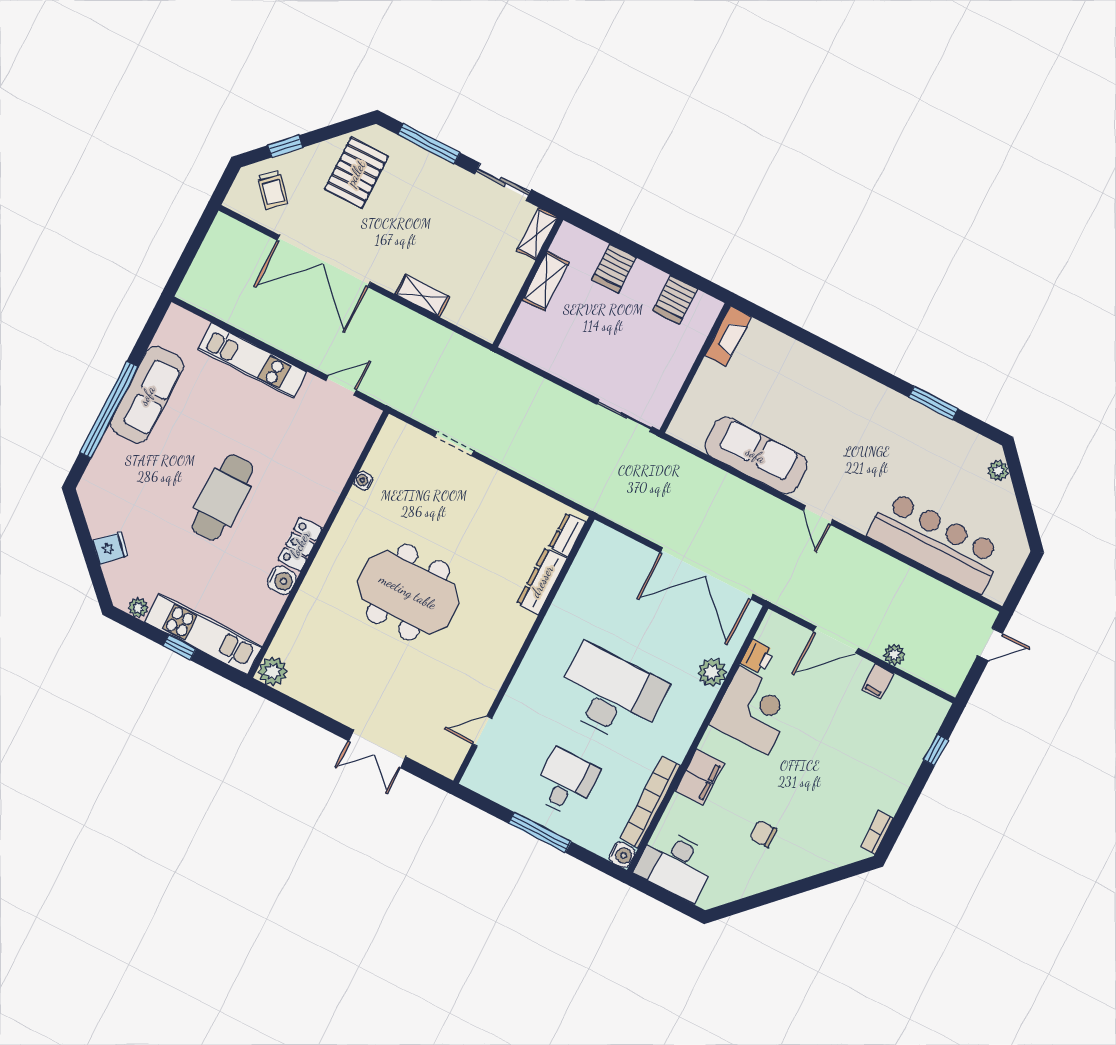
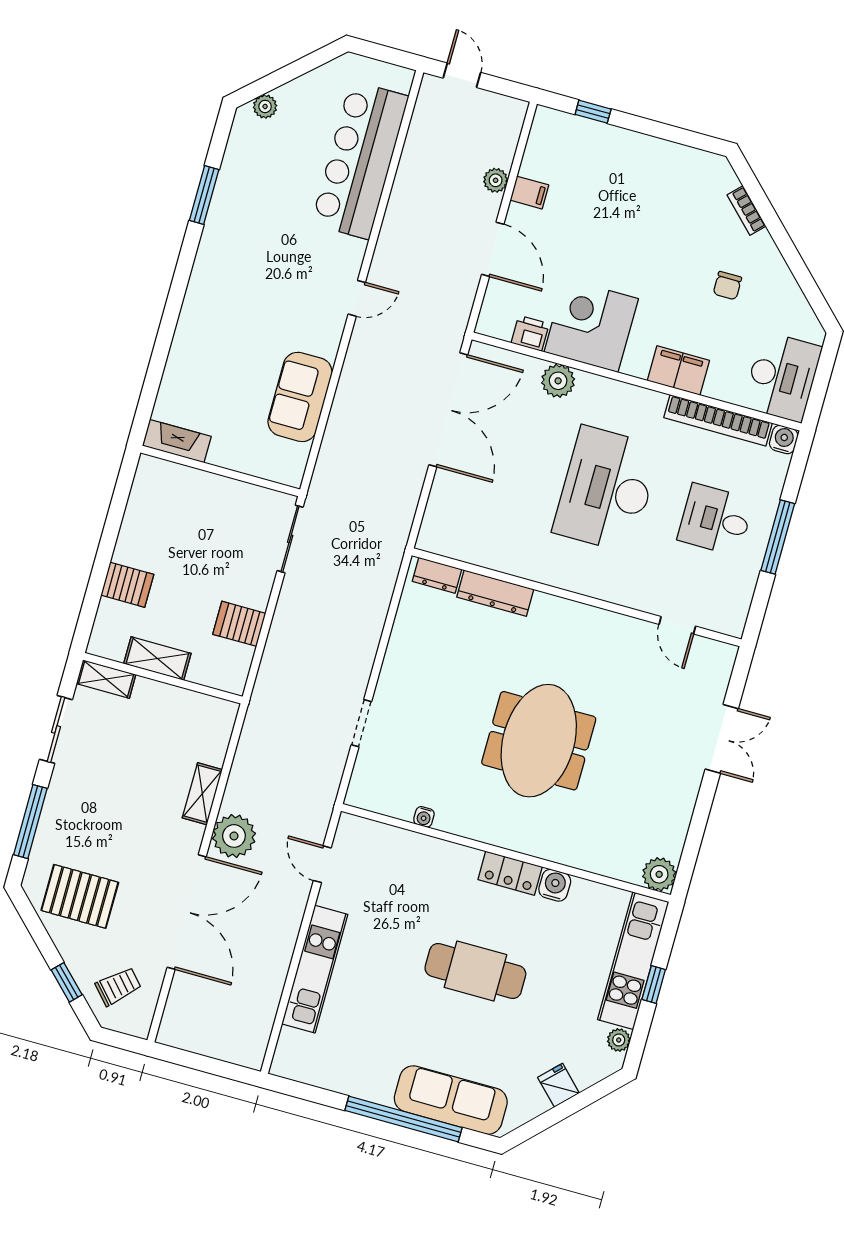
server rack: (675, 300) -> (239, 624), moved, turned 180
plant: (381, 315) -> (234, 836), added
sofa: (147, 395) -> (451, 1100), moved
sofa: (756, 455) -> (300, 397), width x0.73
bookcase: (877, 833) -> (747, 211), moved, turned 45

